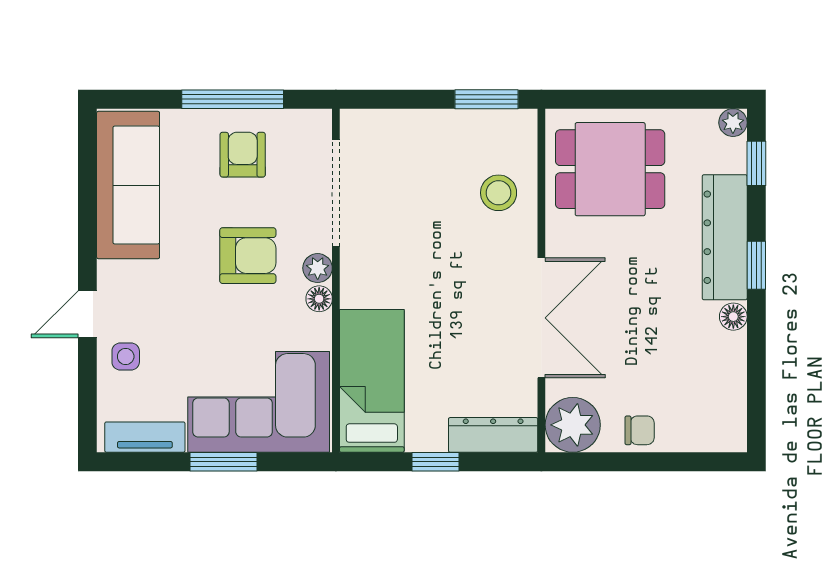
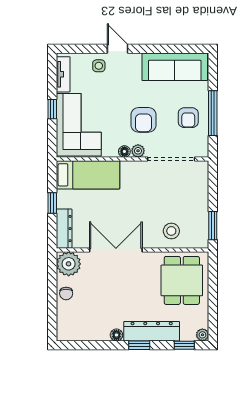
armchair: (243, 155) -> (188, 118), turned 90
double door: (541, 318) -> (116, 250), swing flipped
window: (224, 462) -> (52, 109), width x0.67

